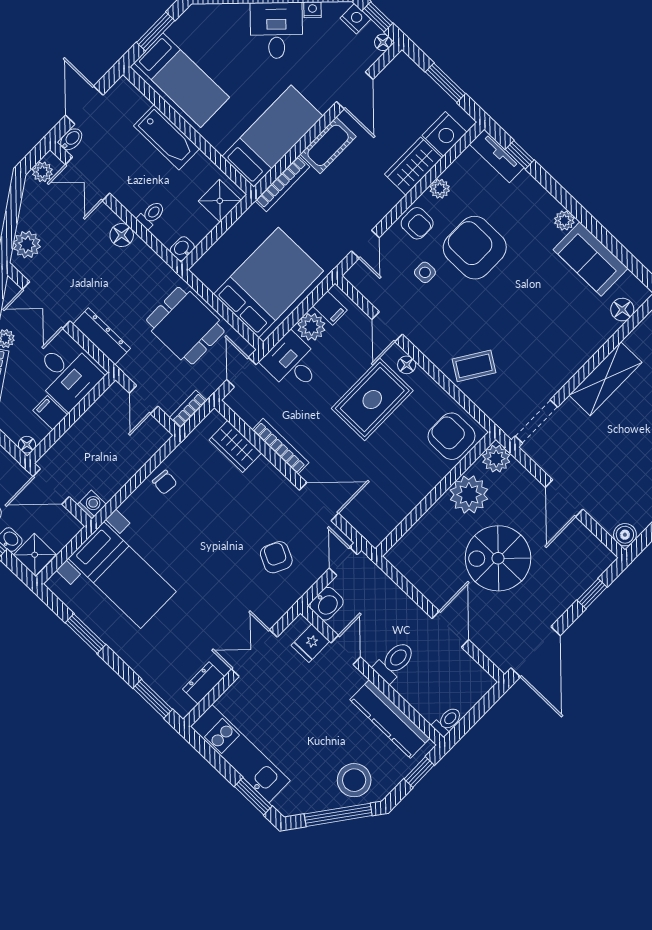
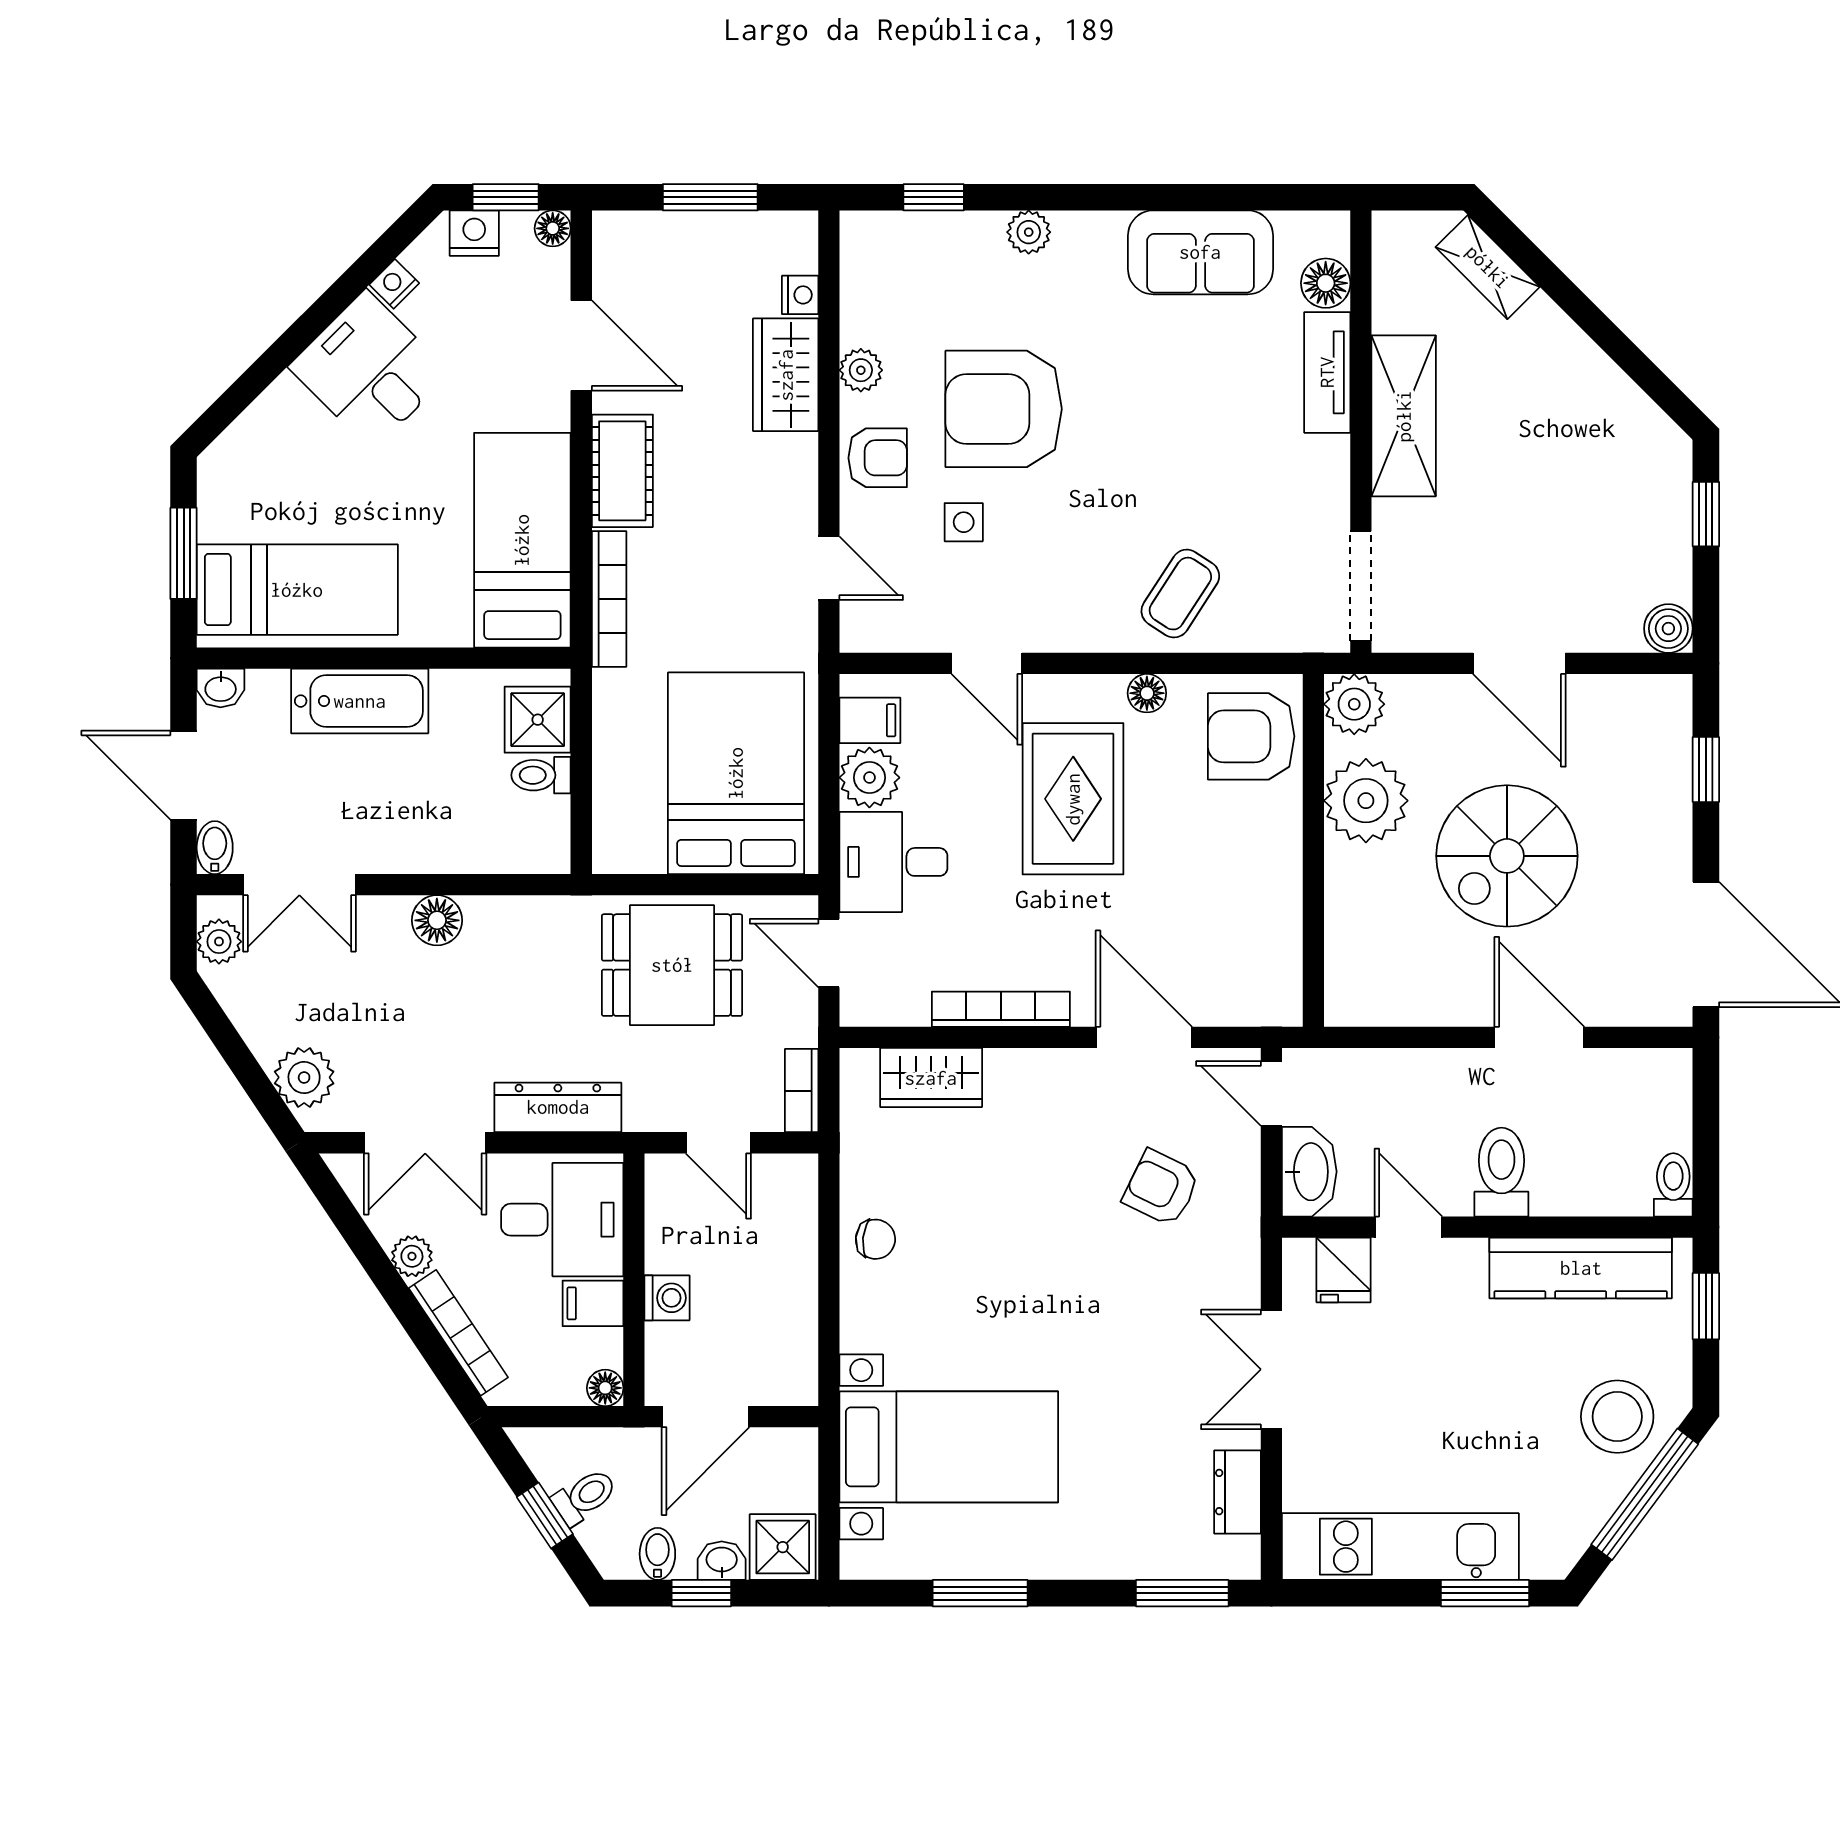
nightstand: (445, 134) -> (800, 295), width x0.53, depth x0.56
tv unit: (497, 156) -> (1327, 372), moved, turned 90
toilet: (151, 215) -> (541, 775), moved, turned -90
plant: (564, 221) -> (1029, 232), moved
washbasin: (182, 249) -> (221, 688), moved, turned -90
floor lamp: (407, 365) -> (1147, 693), moved
door: (319, 502) -> (1144, 1037), hinge flipped
washing machine: (92, 505) -> (667, 1298), moved, turned 90
washbasin: (327, 604) -> (1309, 1172), width x1.38

